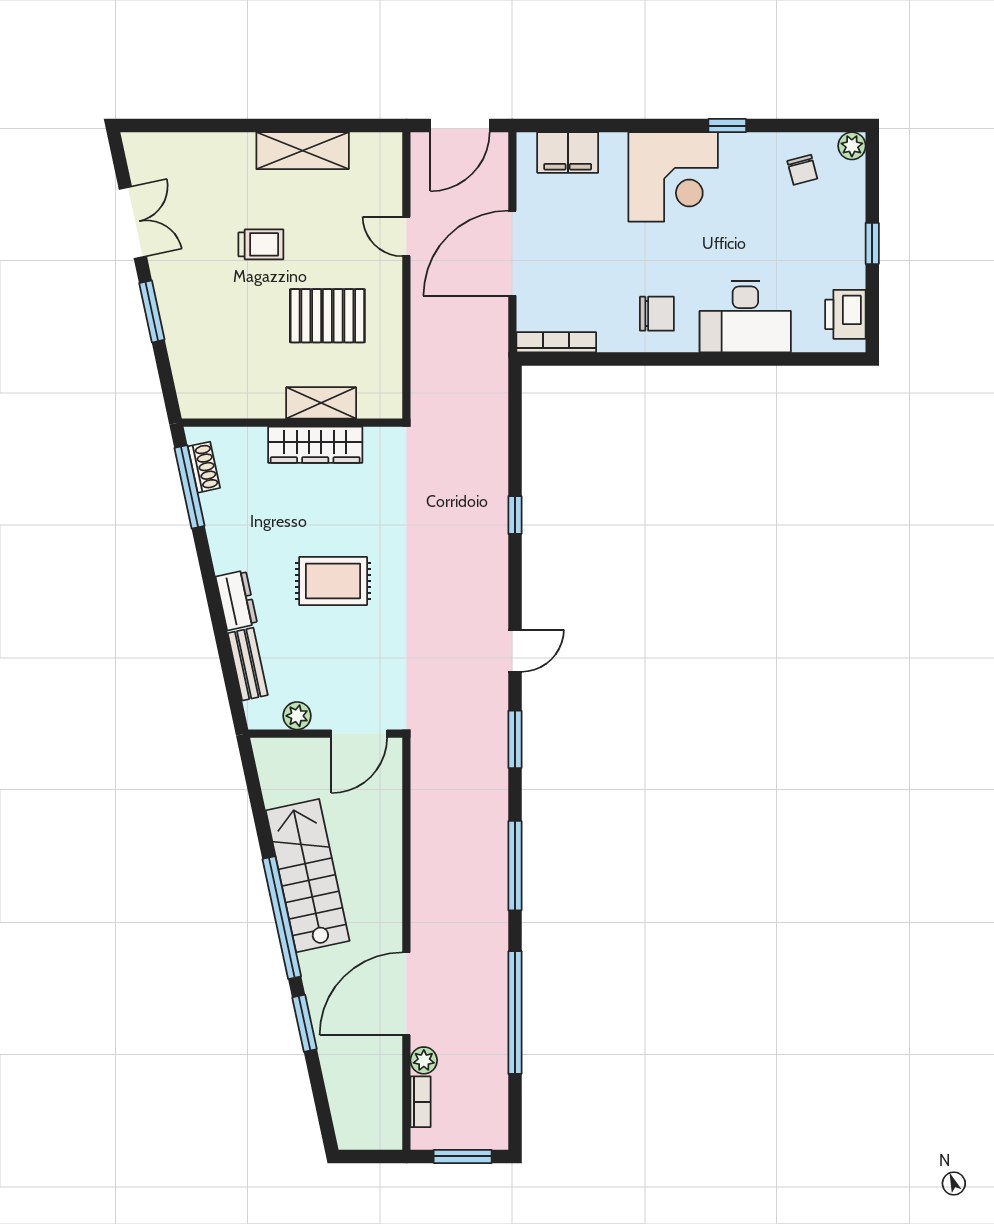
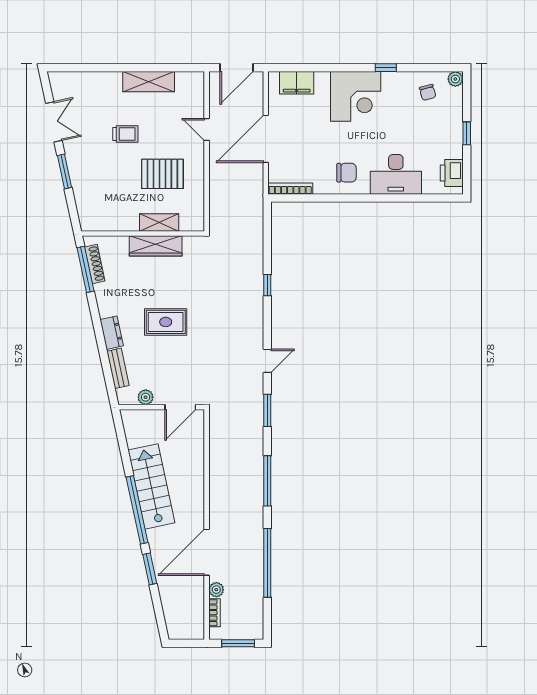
shoe rack: (204, 467) -> (95, 264), width x1.43

